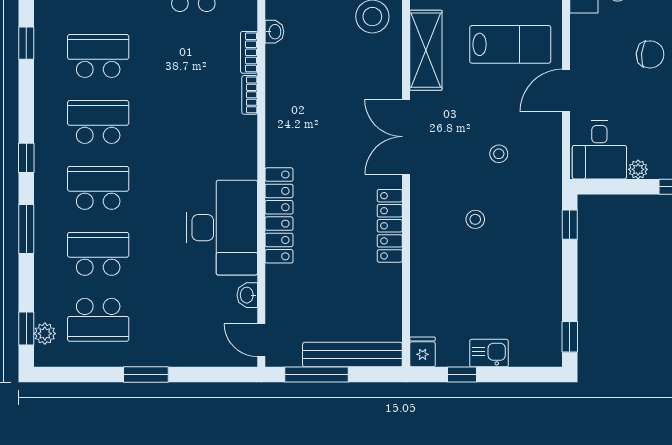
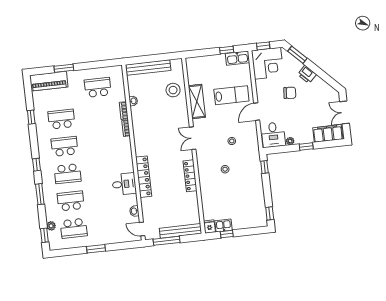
double door: (406, 137) -> (193, 138), width x0.73
school desk: (98, 188) -> (68, 174), turned 180
desk: (222, 228) -> (124, 184), width x0.53, depth x0.77
plant: (45, 334) -> (51, 226), moved
kitchen sink: (489, 353) -> (223, 225), moved

